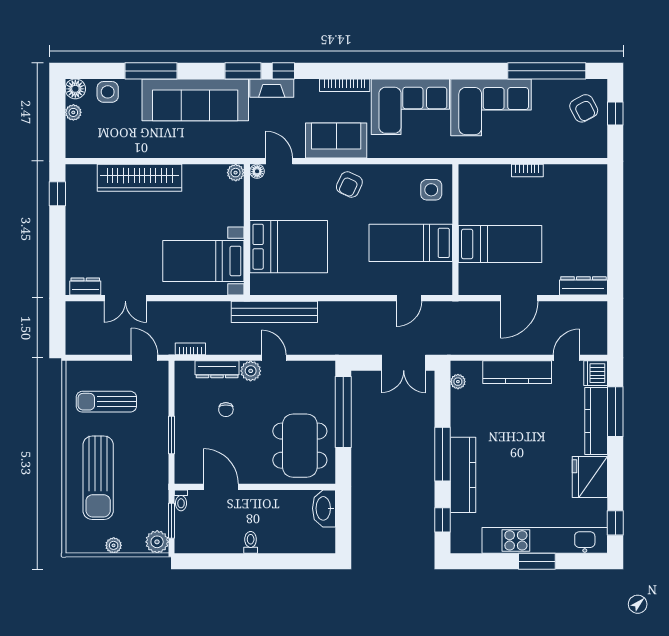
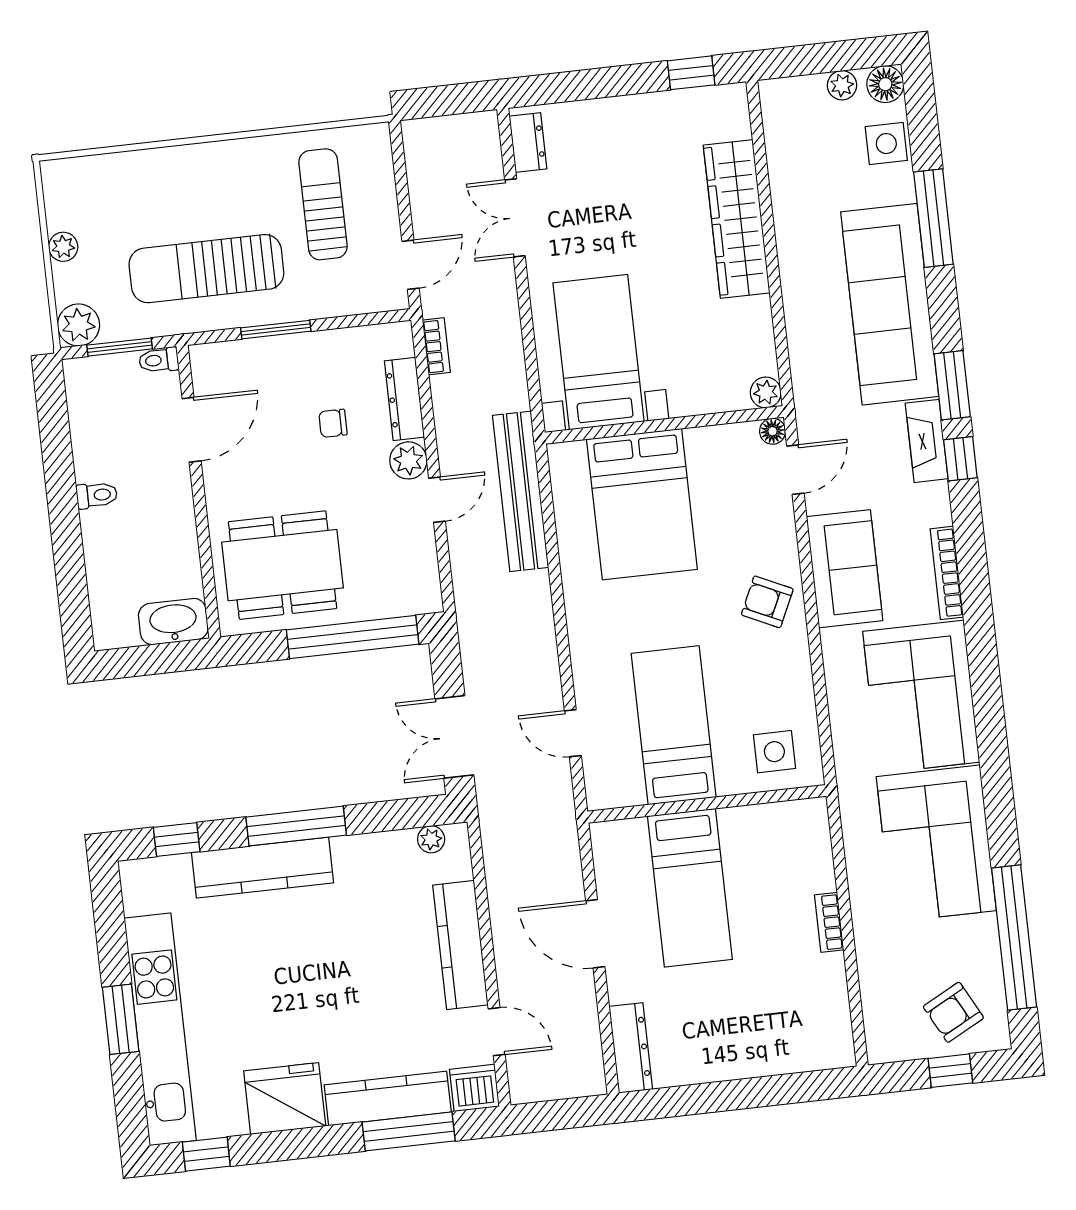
sun lounger: (98, 478) -> (206, 269), moved

